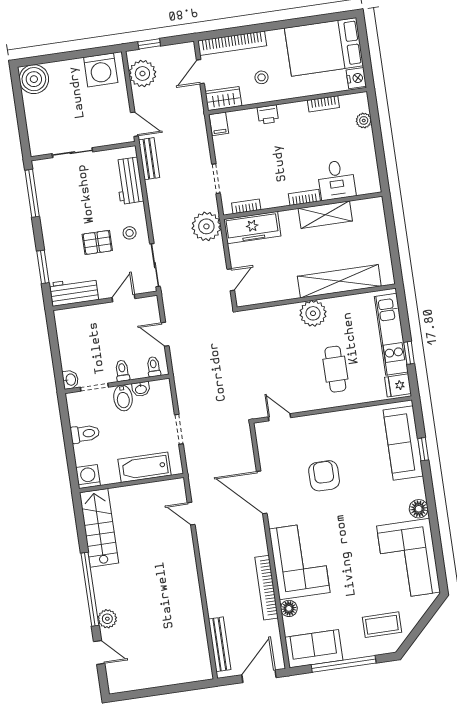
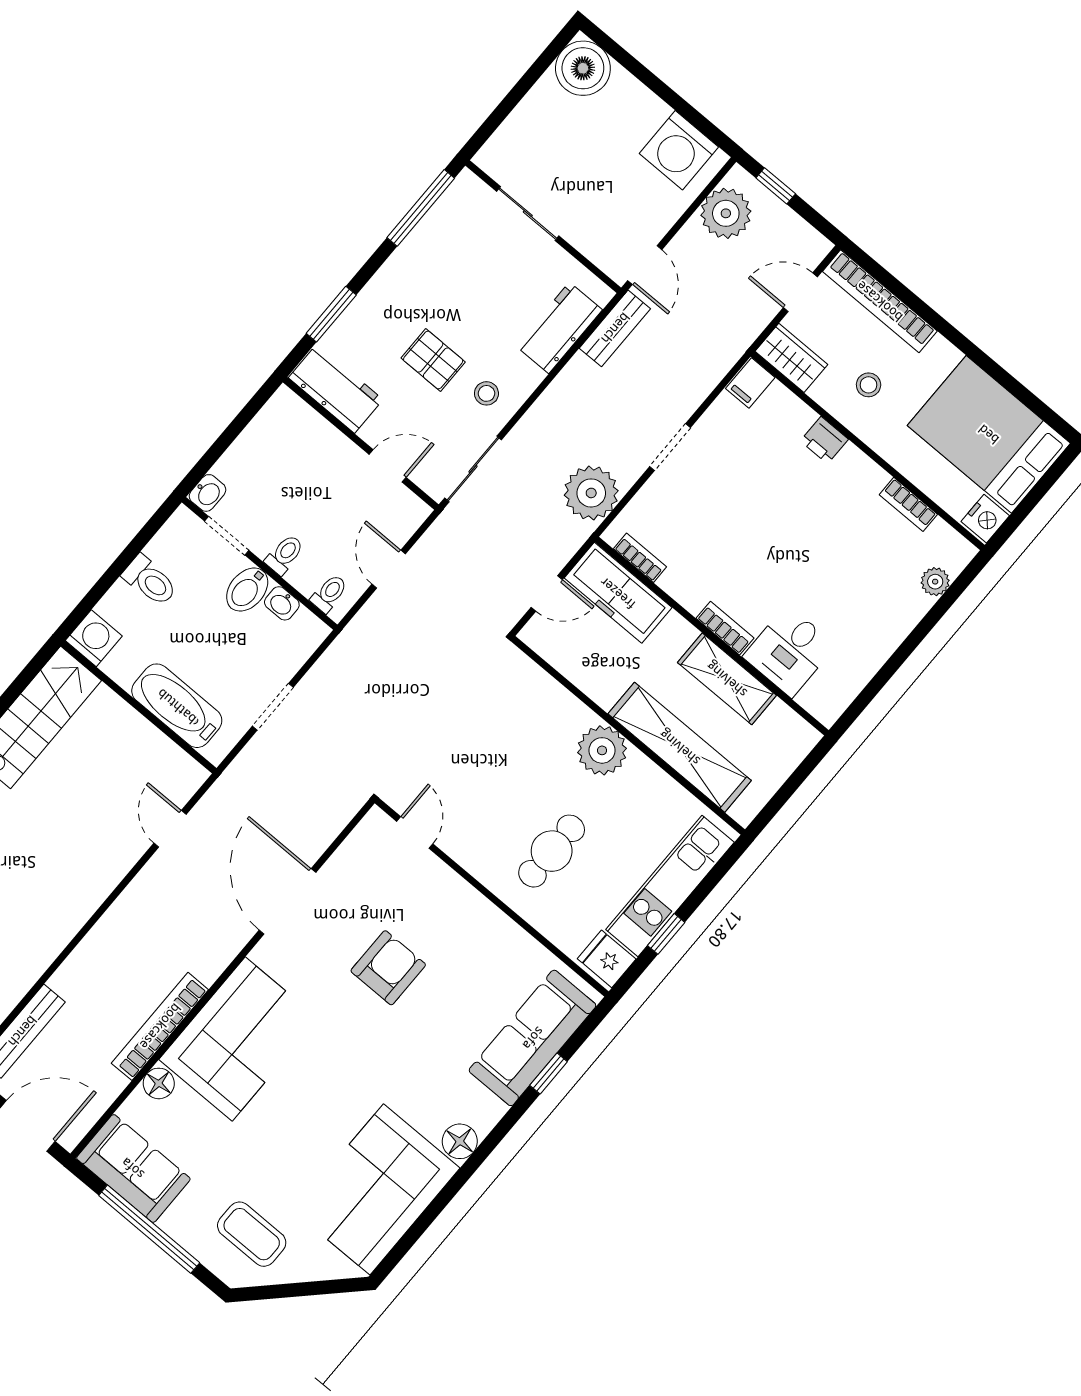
desk: (336, 180) -> (789, 651), moved
bookcase: (304, 197) -> (725, 628), moved
bookcase: (246, 206) -> (640, 558), moved
wall: (303, 206) -> (712, 636), moved
shelving: (325, 215) -> (727, 679), moved
freezer: (252, 228) -> (618, 593), moved

